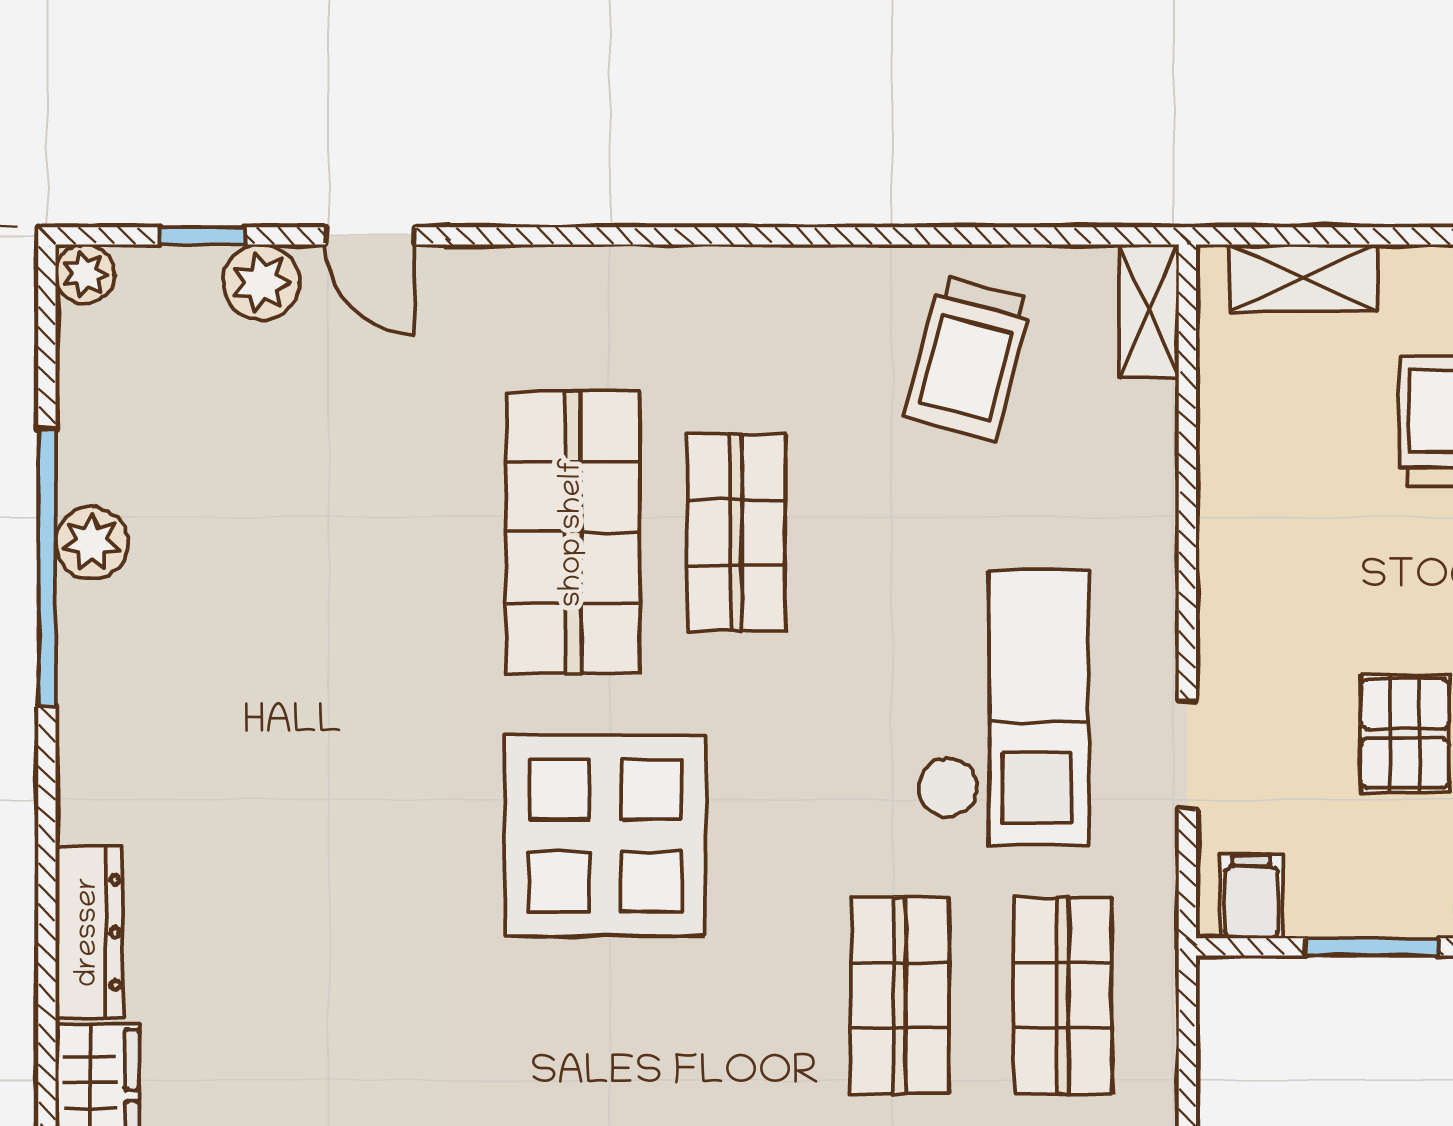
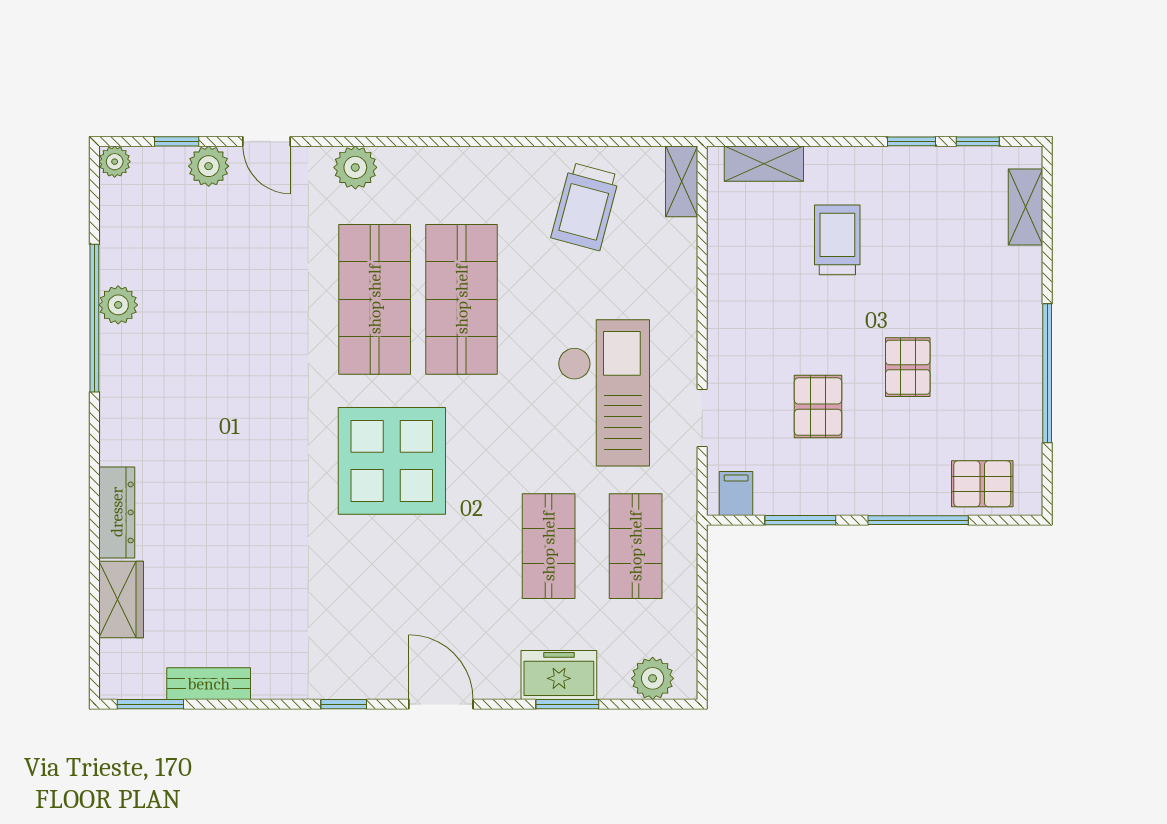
plant: (537, 285) -> (355, 167), added
shop shelf: (736, 532) -> (462, 299), width x1.43, depth x1.36

